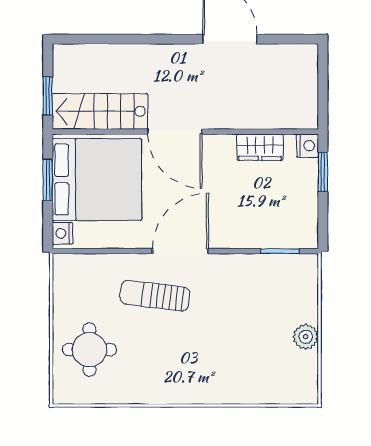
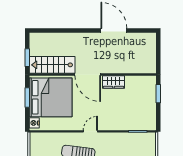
nightstand: (307, 146) -> (151, 81), removed
wardrobe: (260, 147) -> (114, 82), moved
door: (180, 251) -> (90, 131), width x0.53

